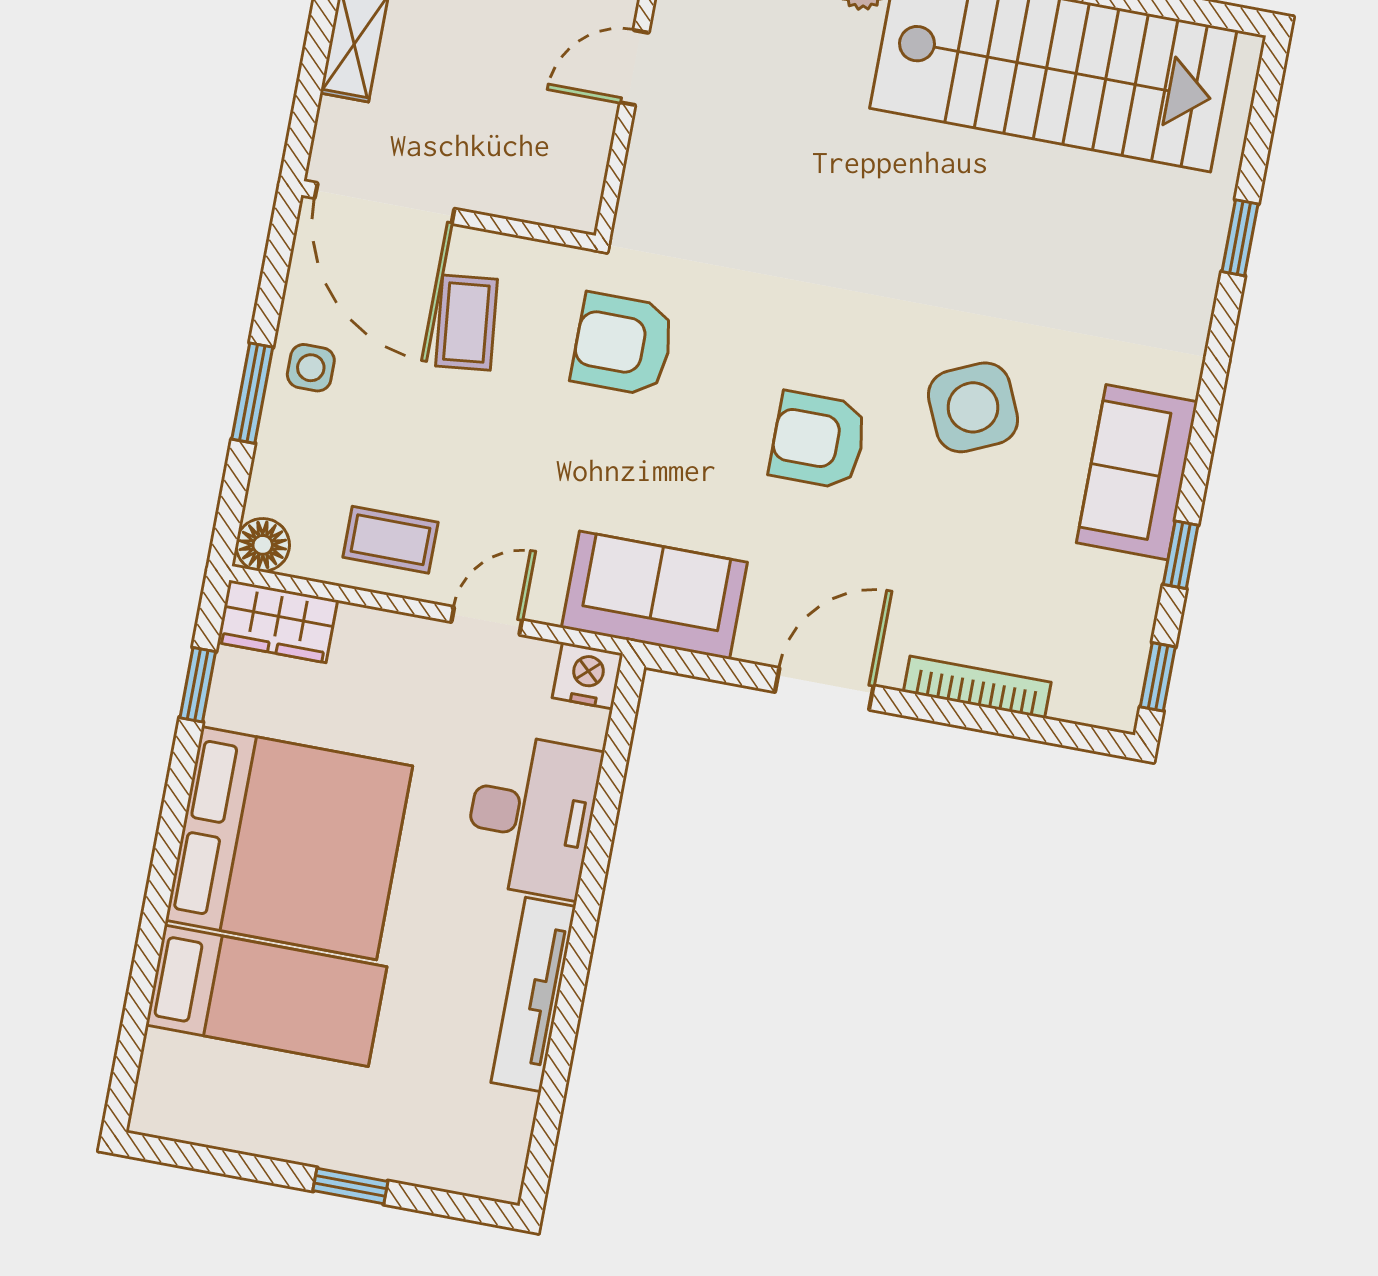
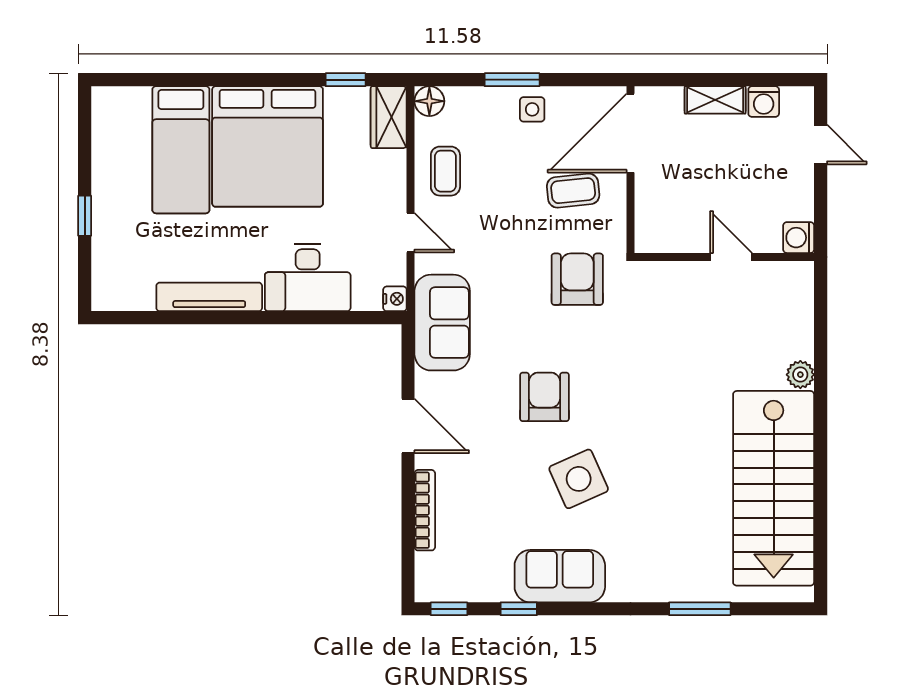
window: (1240, 238) -> (700, 609), width x1.50
nightstand: (588, 676) -> (395, 299), width x0.72, depth x0.74

